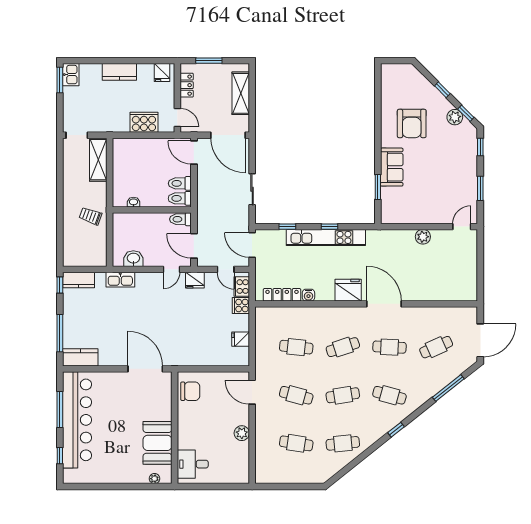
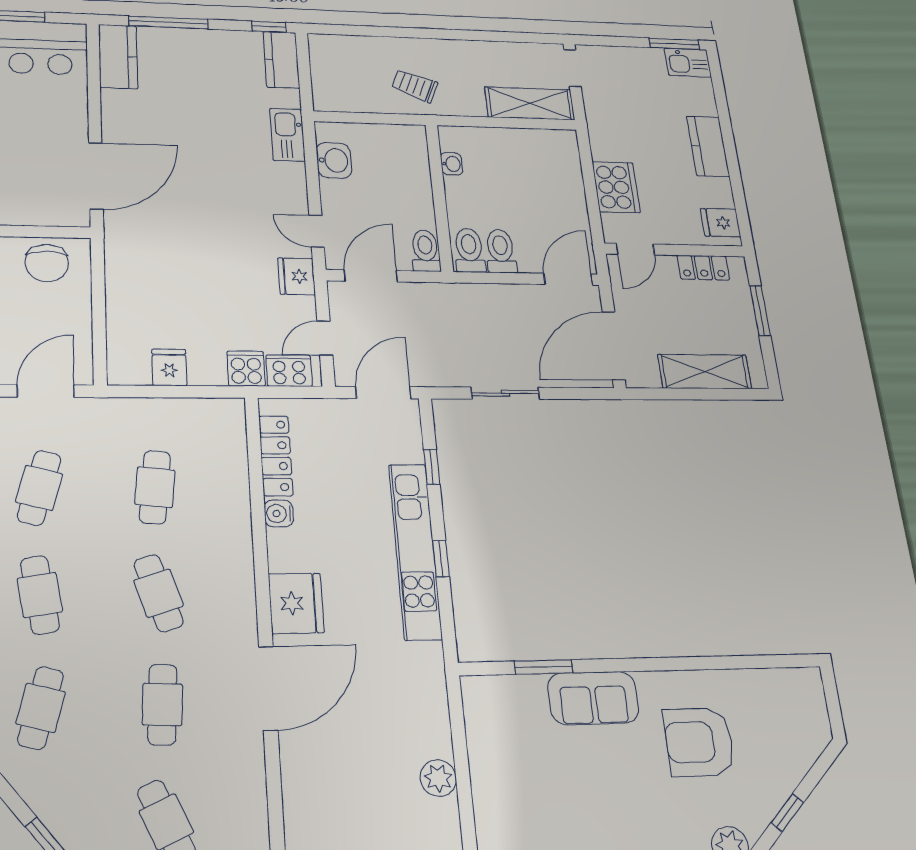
trolley: (90, 216) -> (415, 86), turned -88

